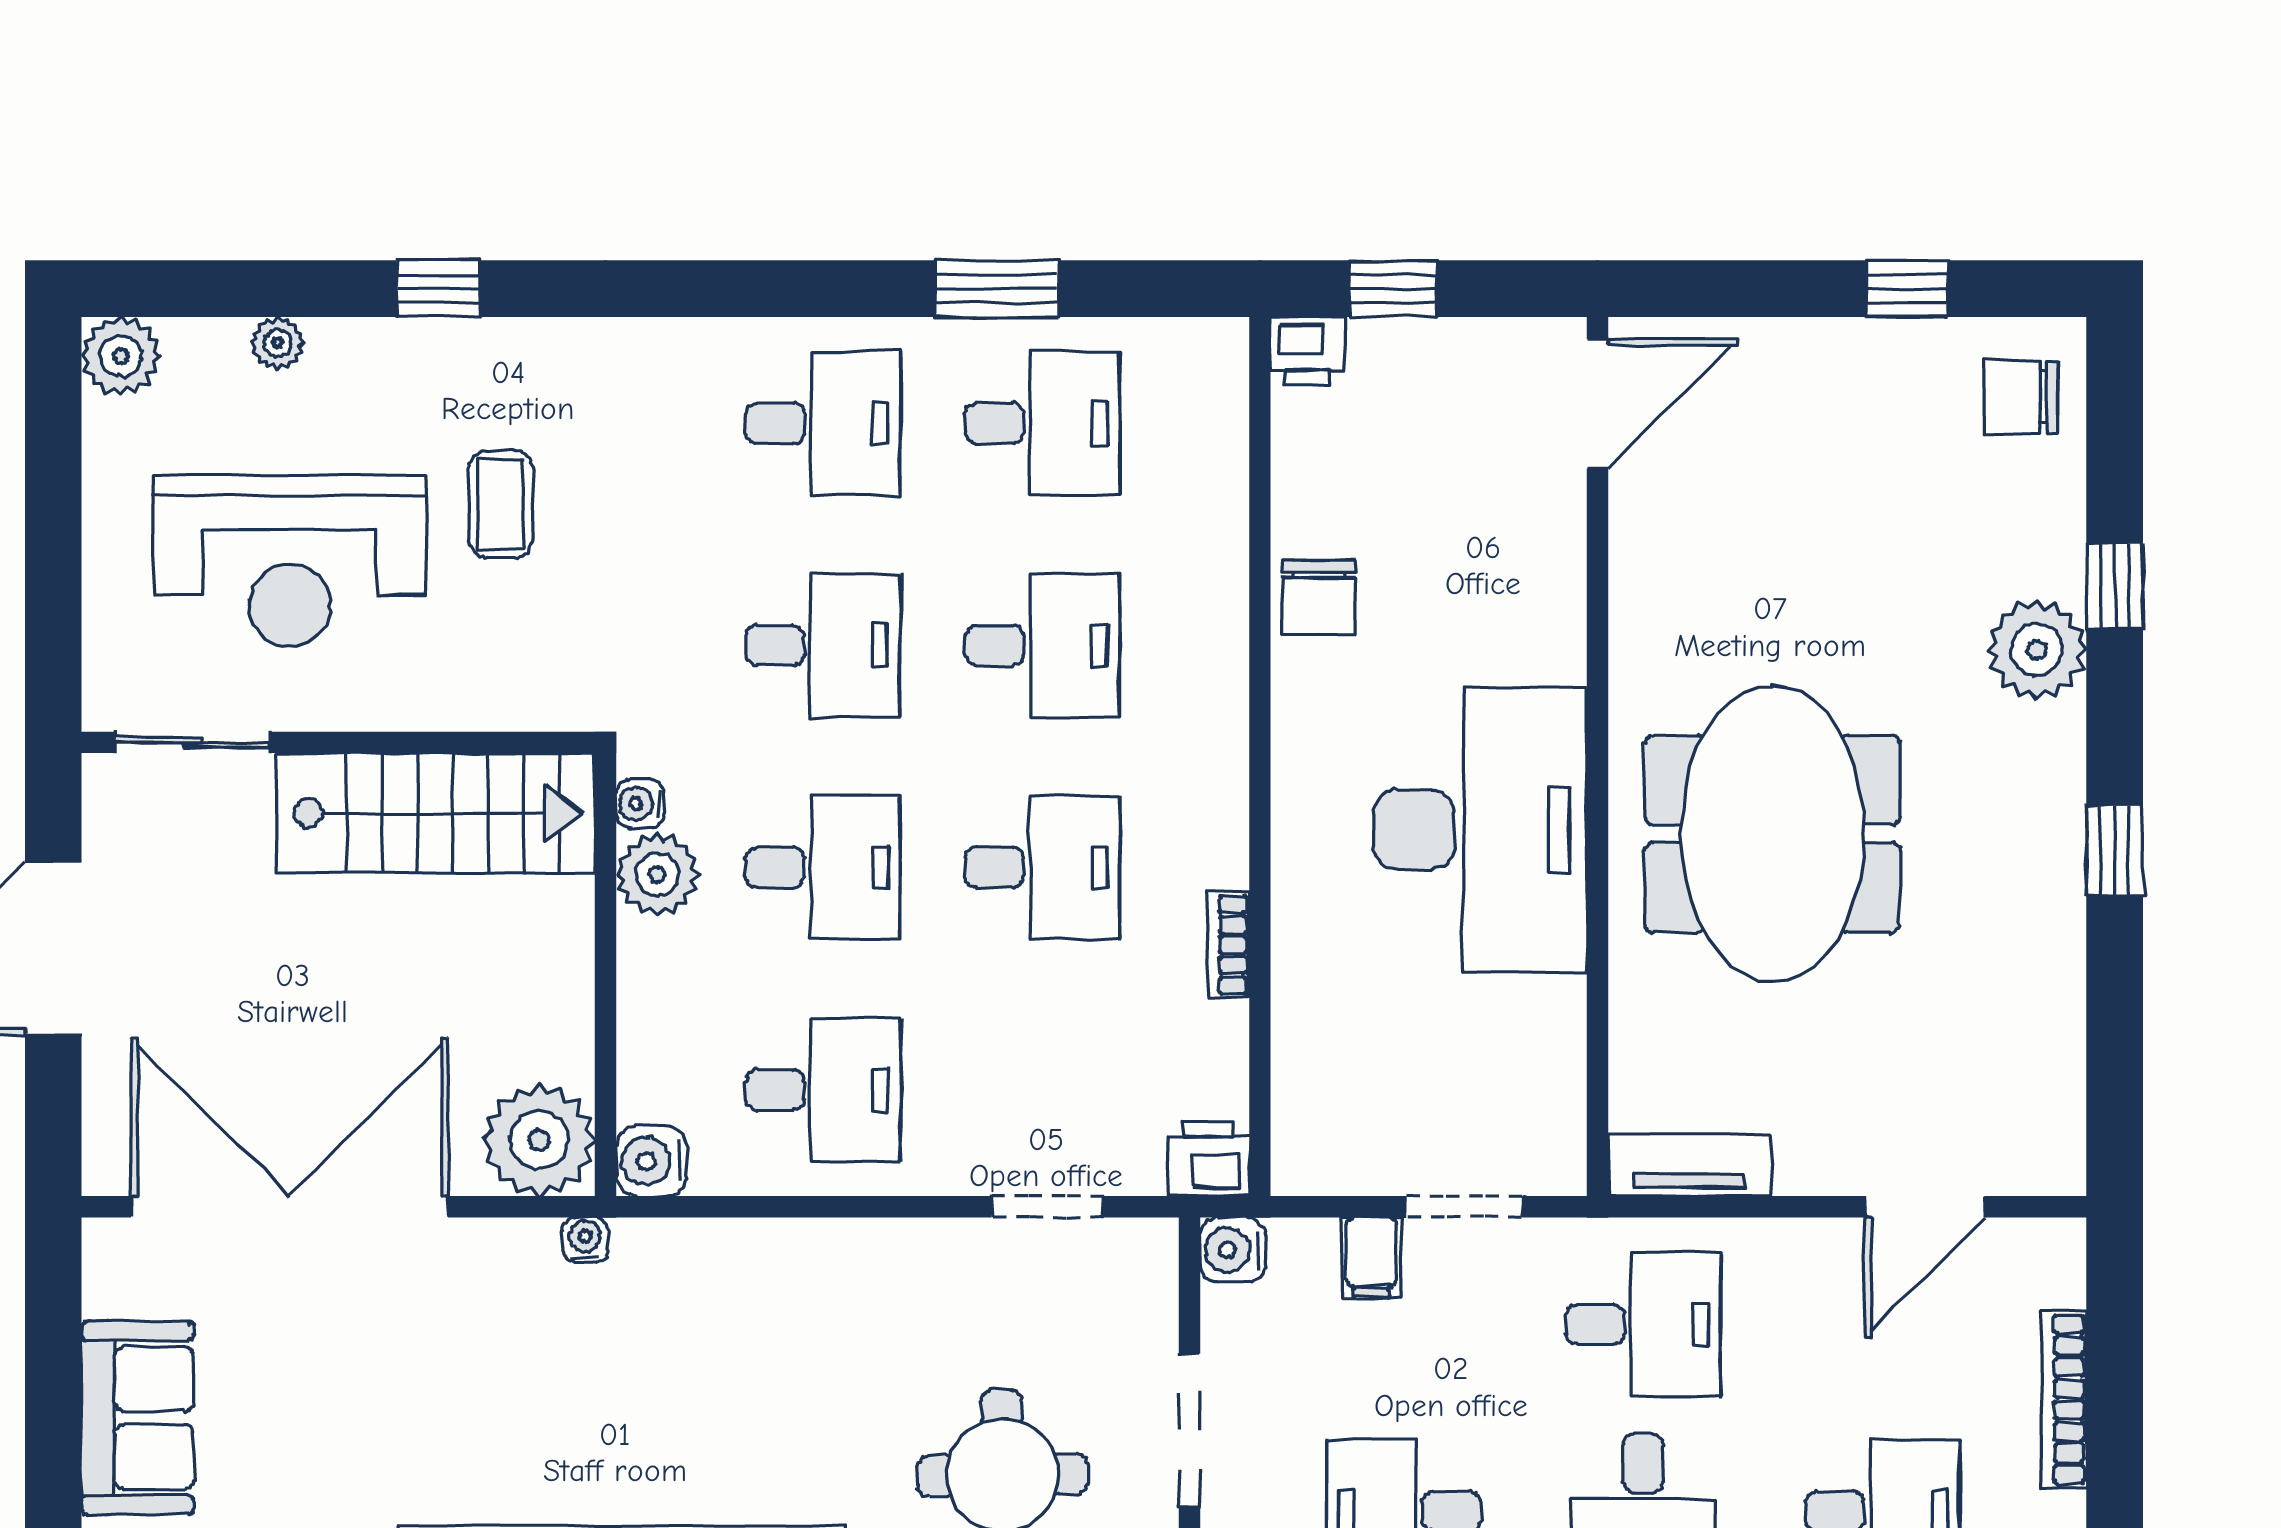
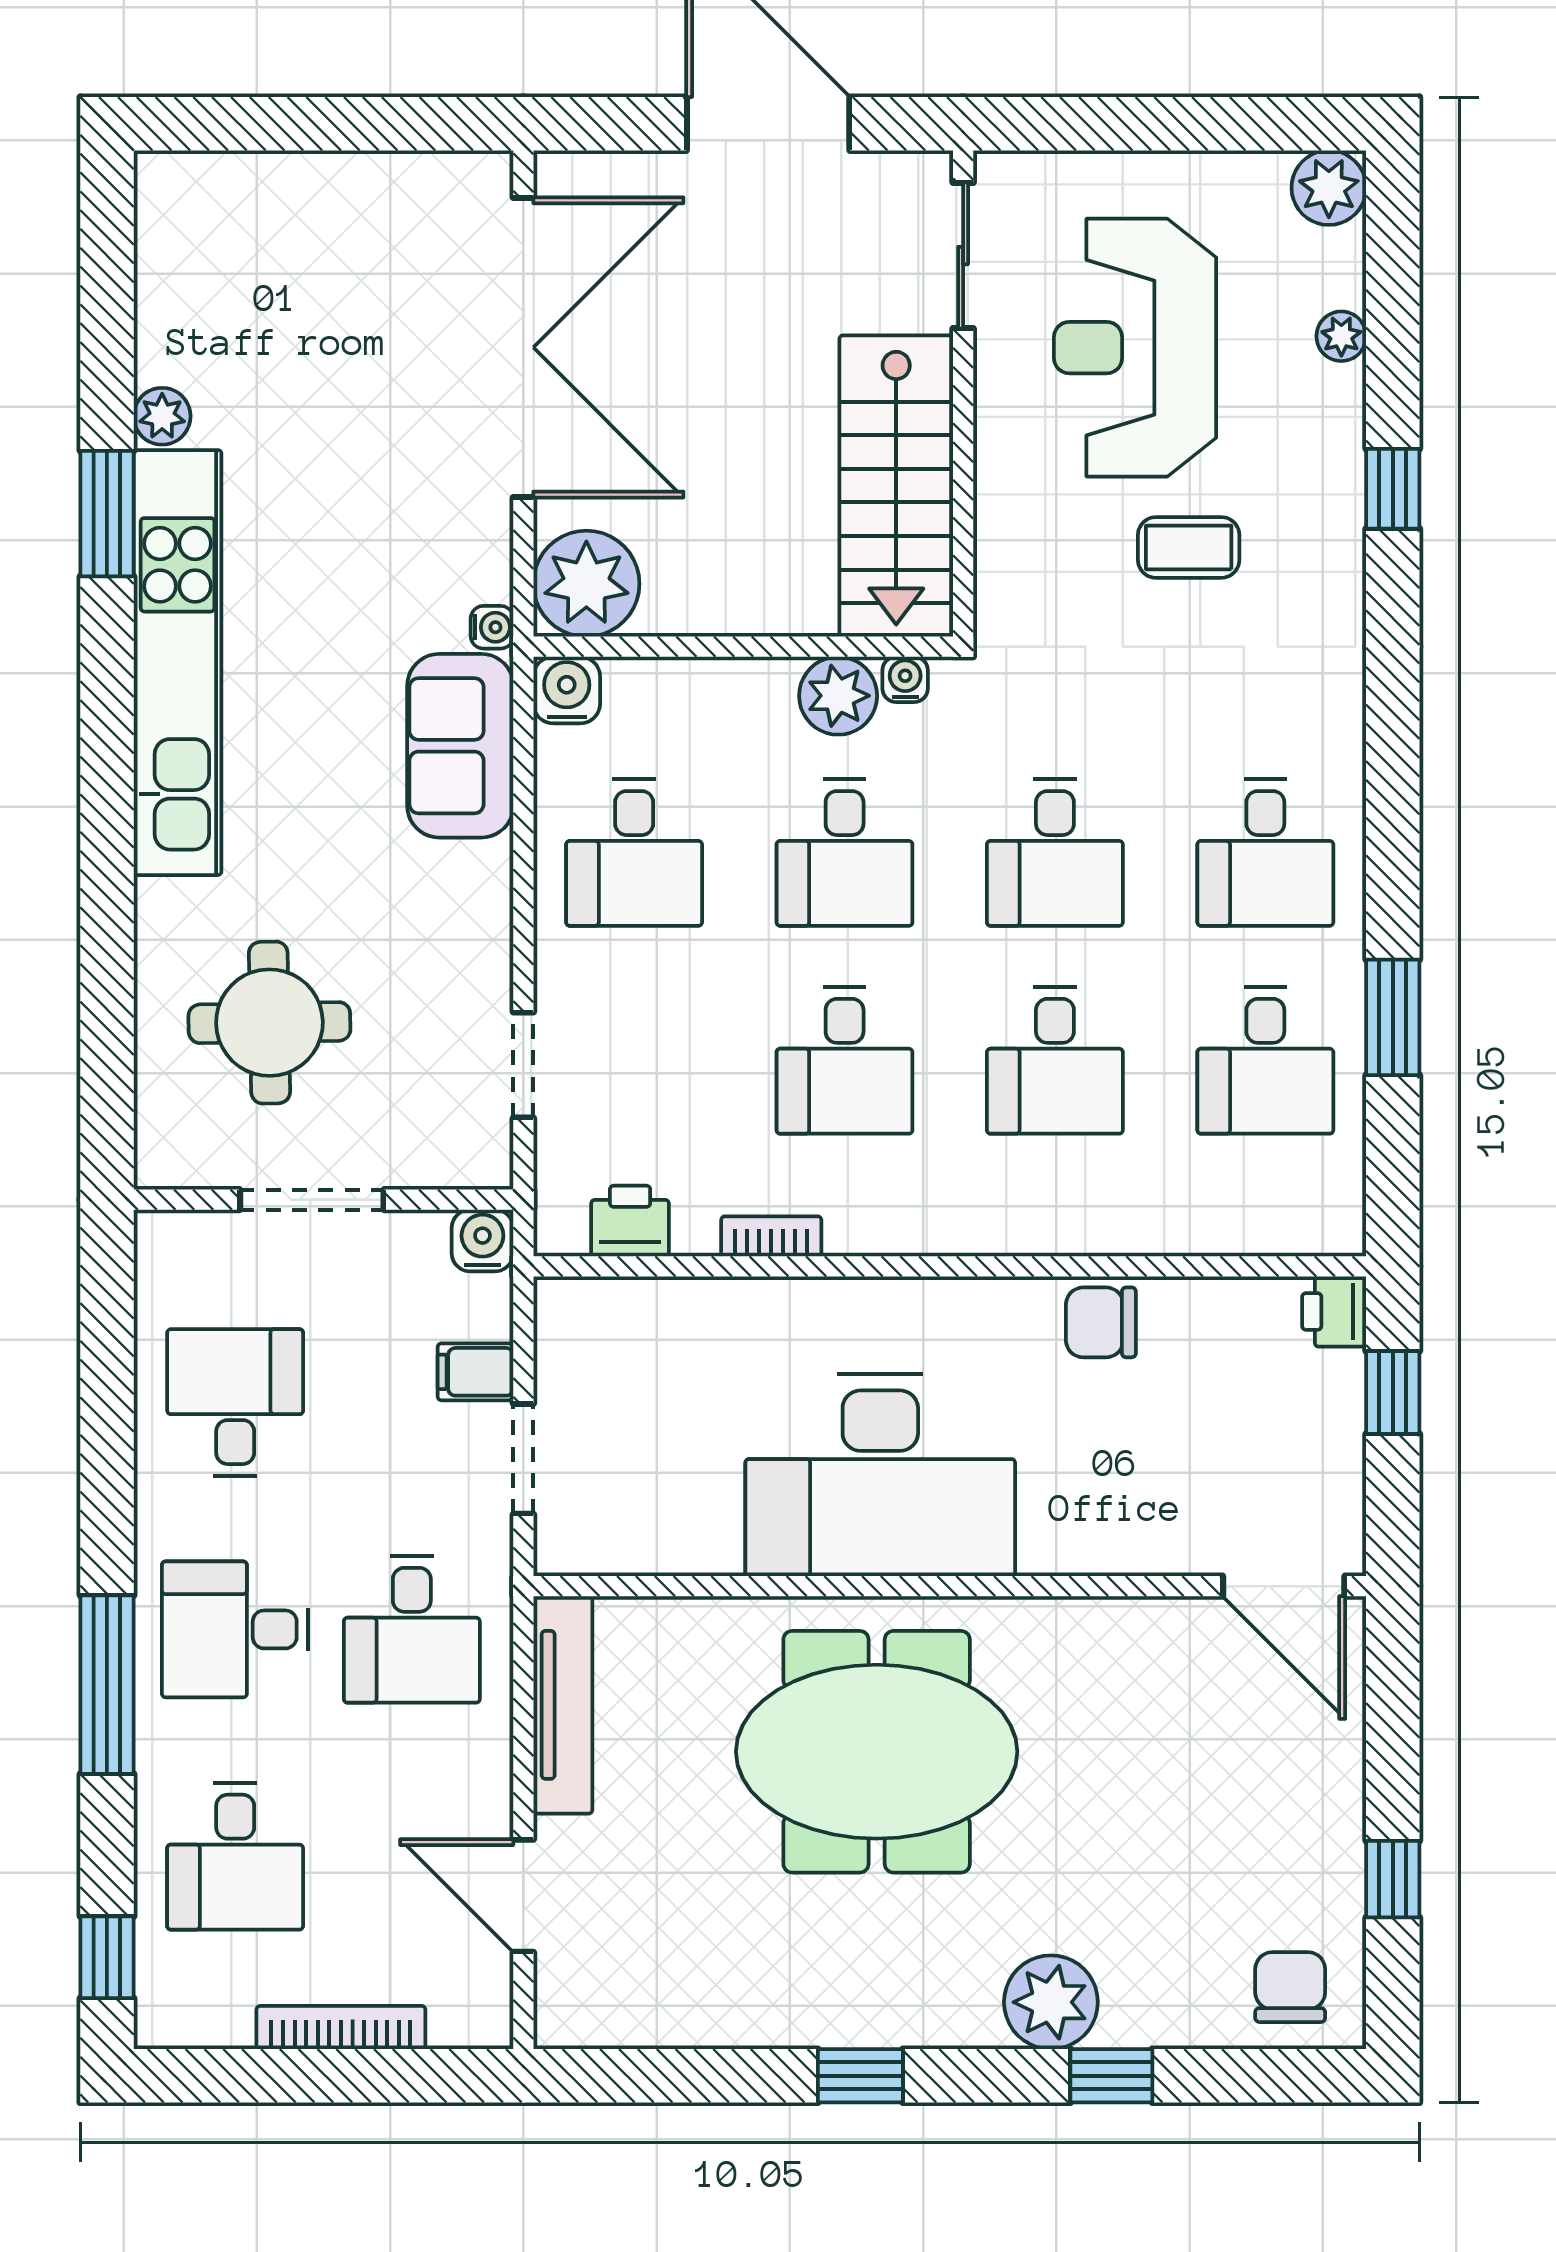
printer: (1208, 1159) -> (630, 1221), moved, turned -90
tv unit: (1690, 1165) -> (563, 1705), width x1.41
sofa: (137, 1418) -> (460, 746), moved, turned 90

